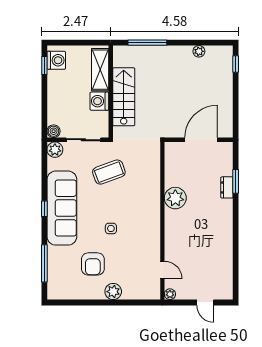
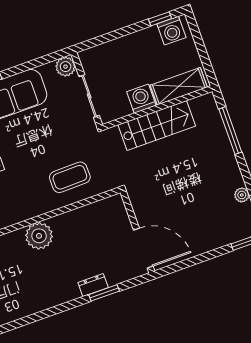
boiler: (54, 131) -> (87, 57), removed
door: (201, 140) -> (143, 248), moved
coffee table: (109, 172) -> (70, 177), moved, turned -71
plant: (175, 198) -> (39, 236), moved

